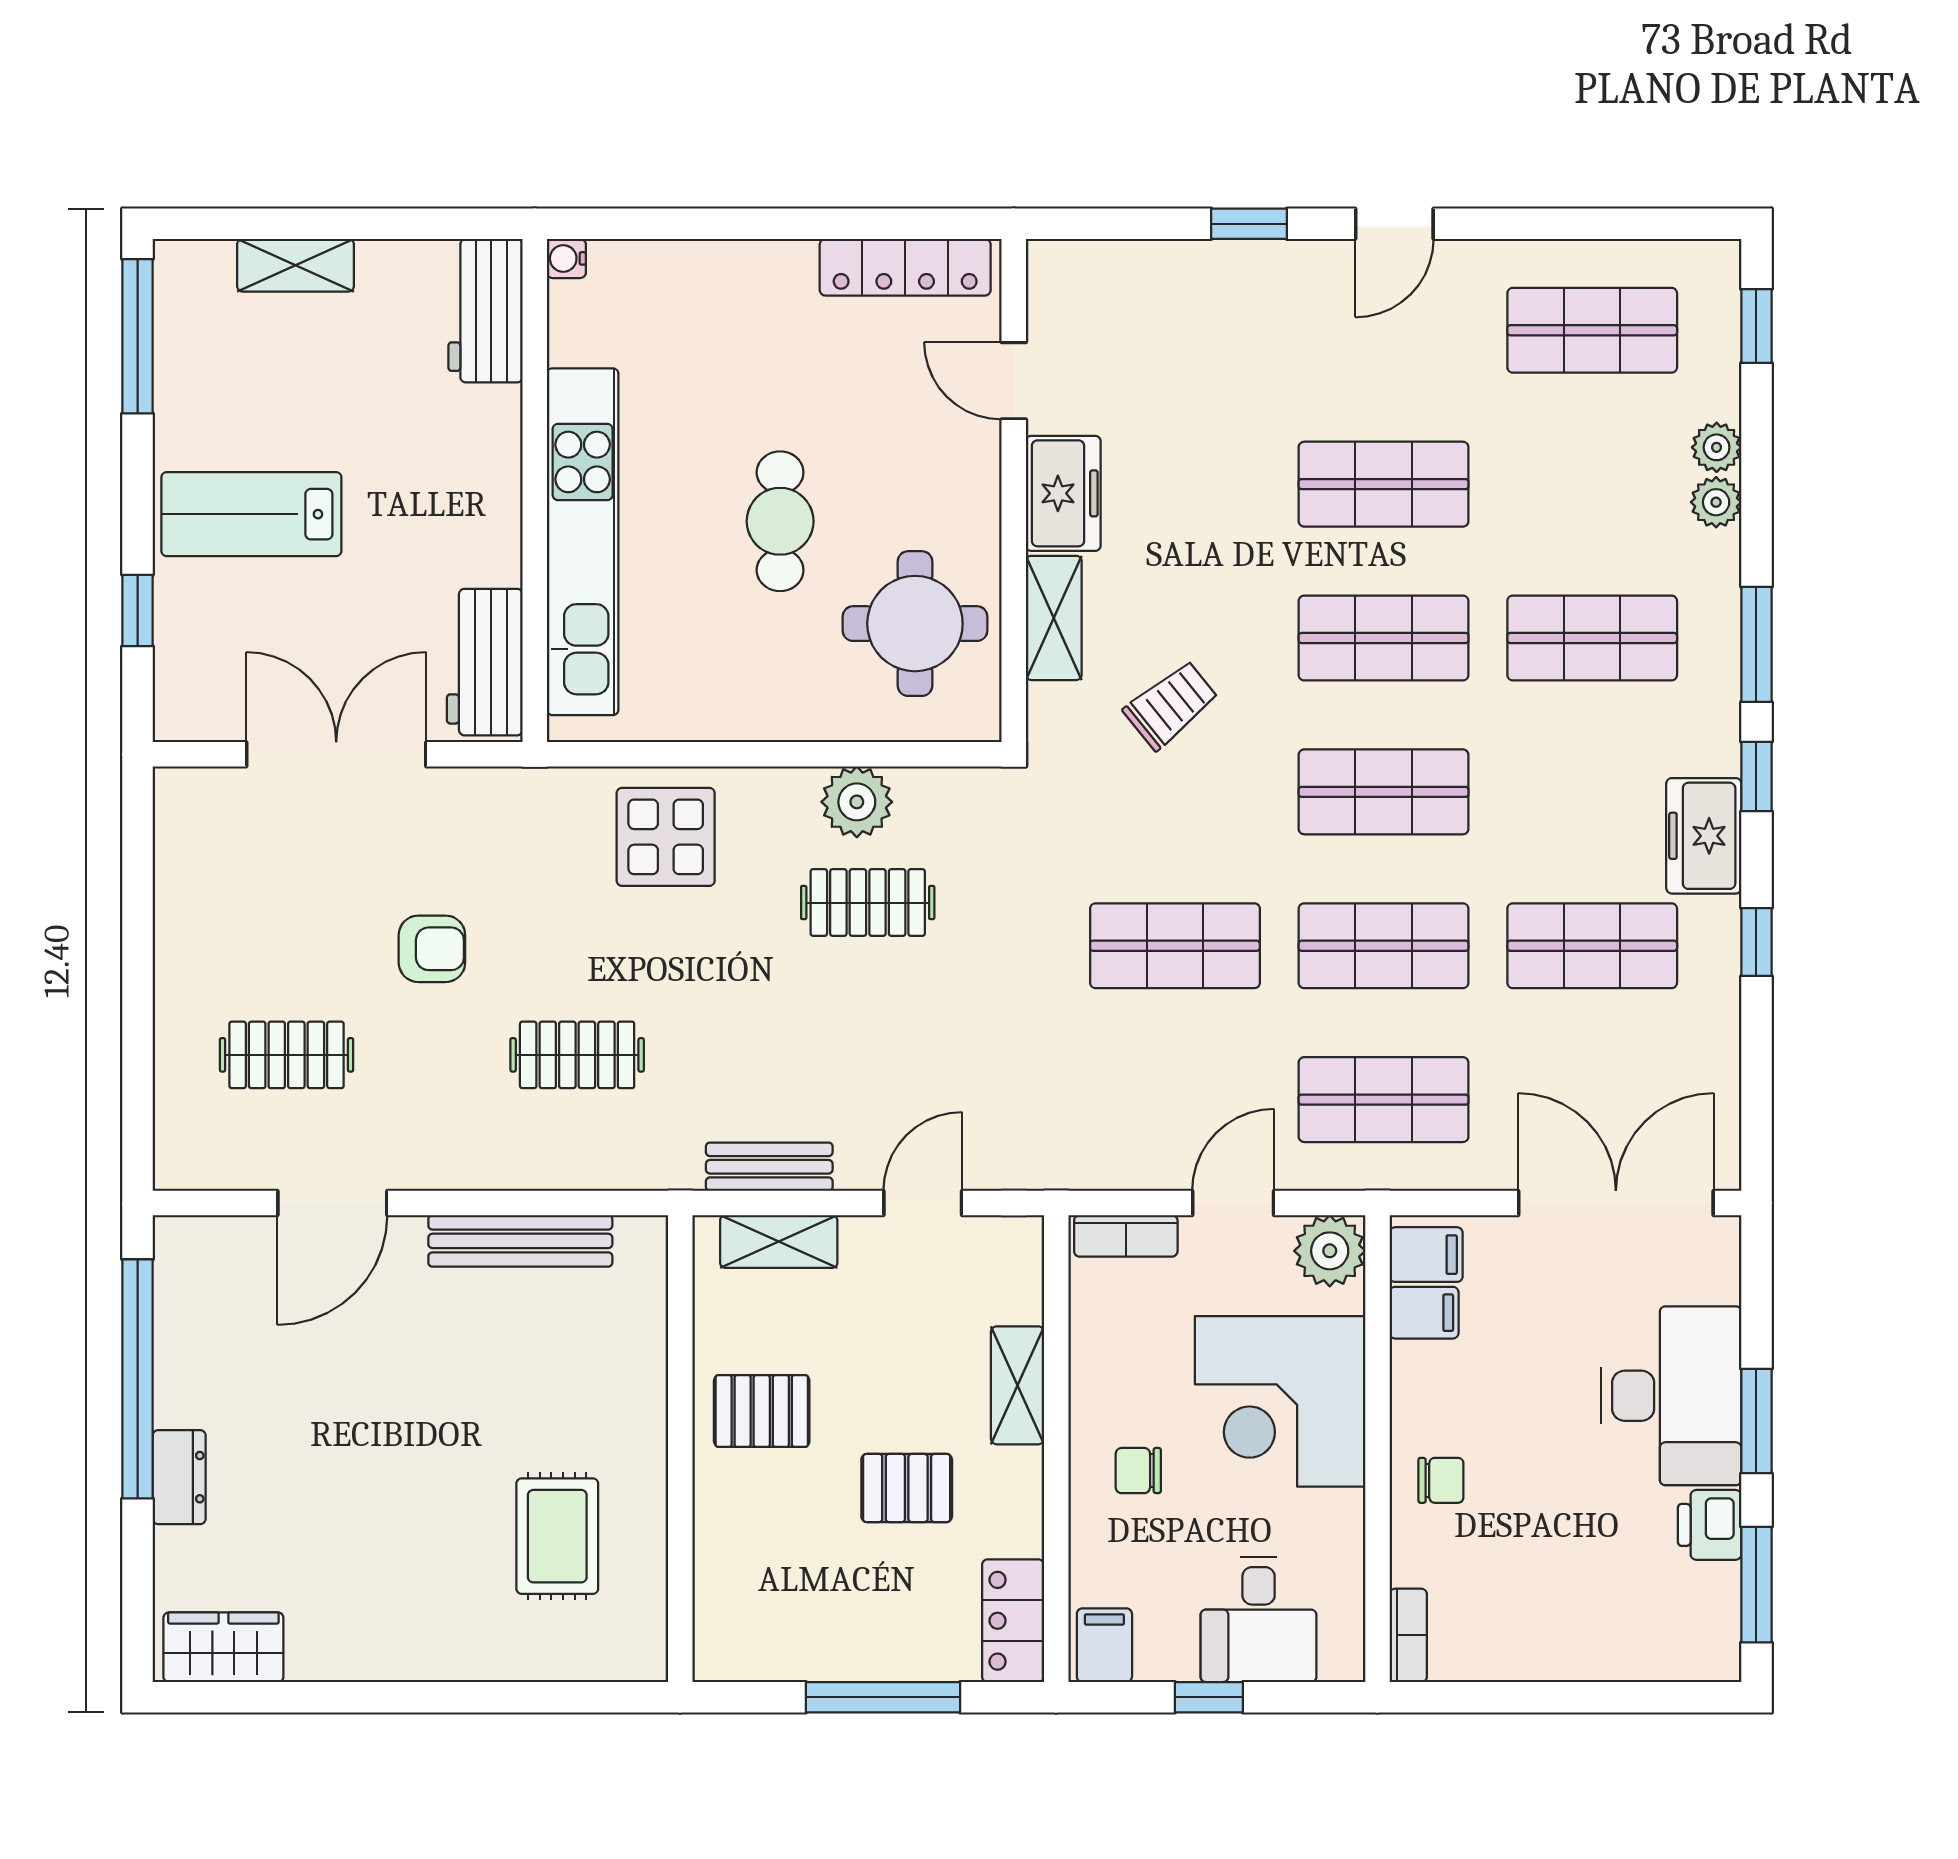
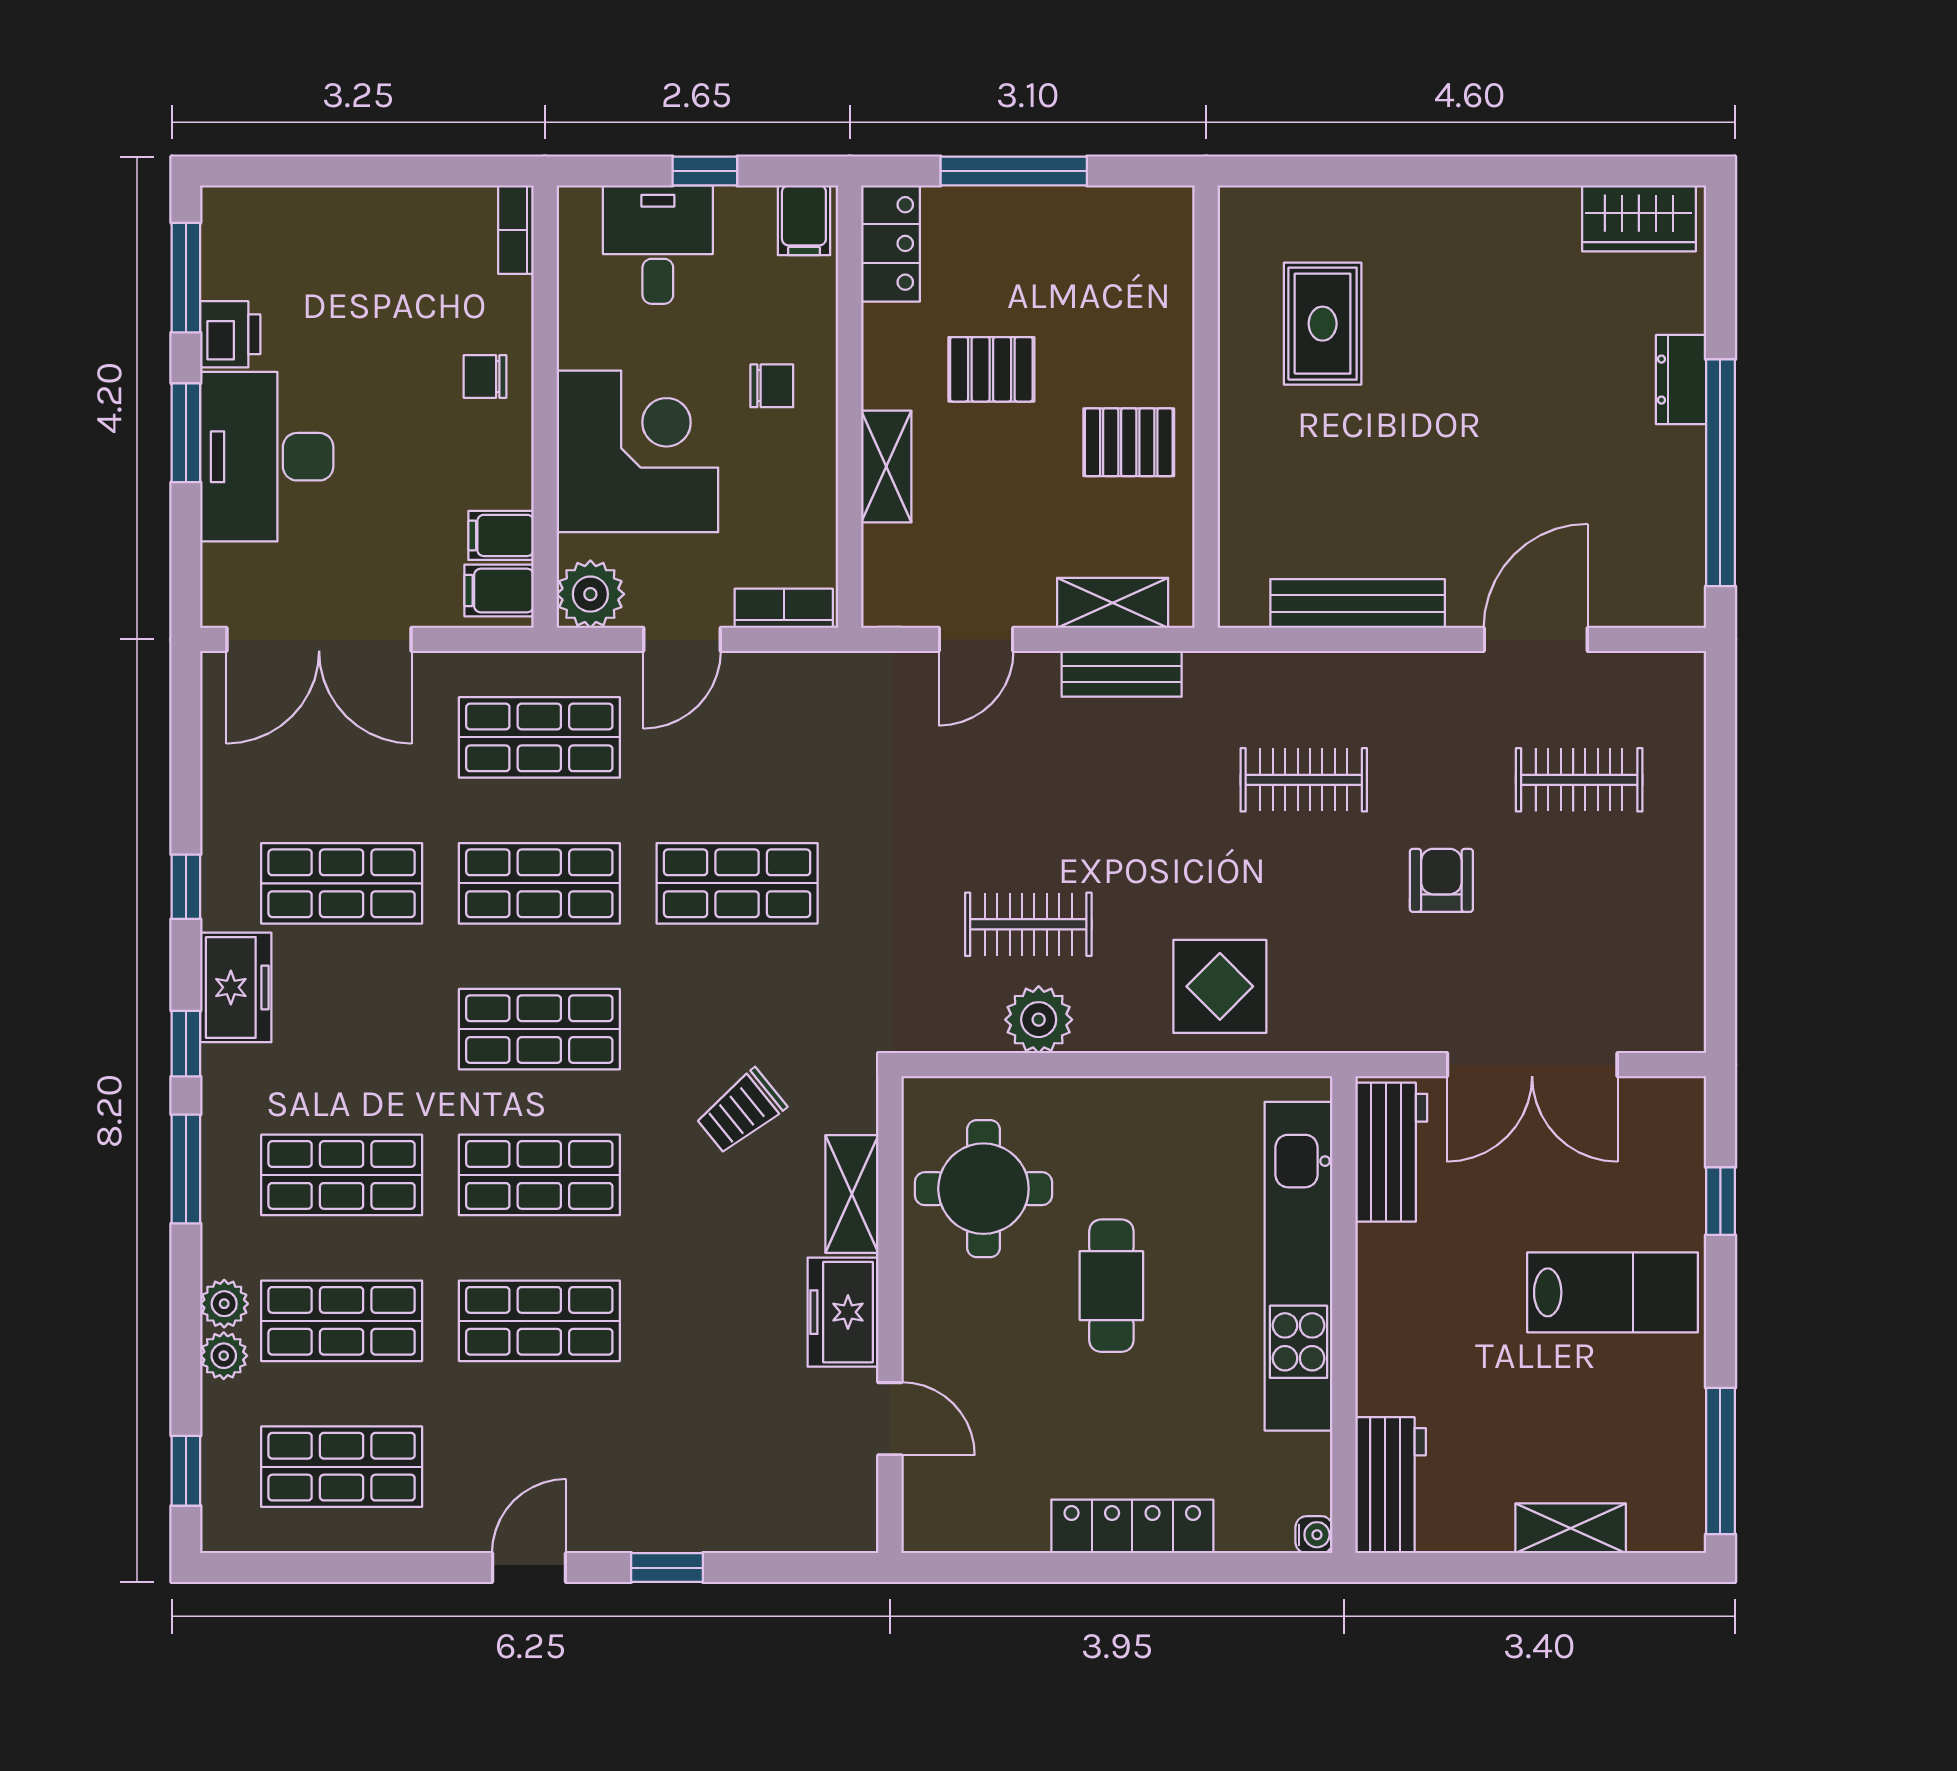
locker: (905, 267) -> (1132, 1526), moved
shop shelf: (1592, 484) -> (342, 1321), added
armchair: (432, 949) -> (1441, 880), turned 90

